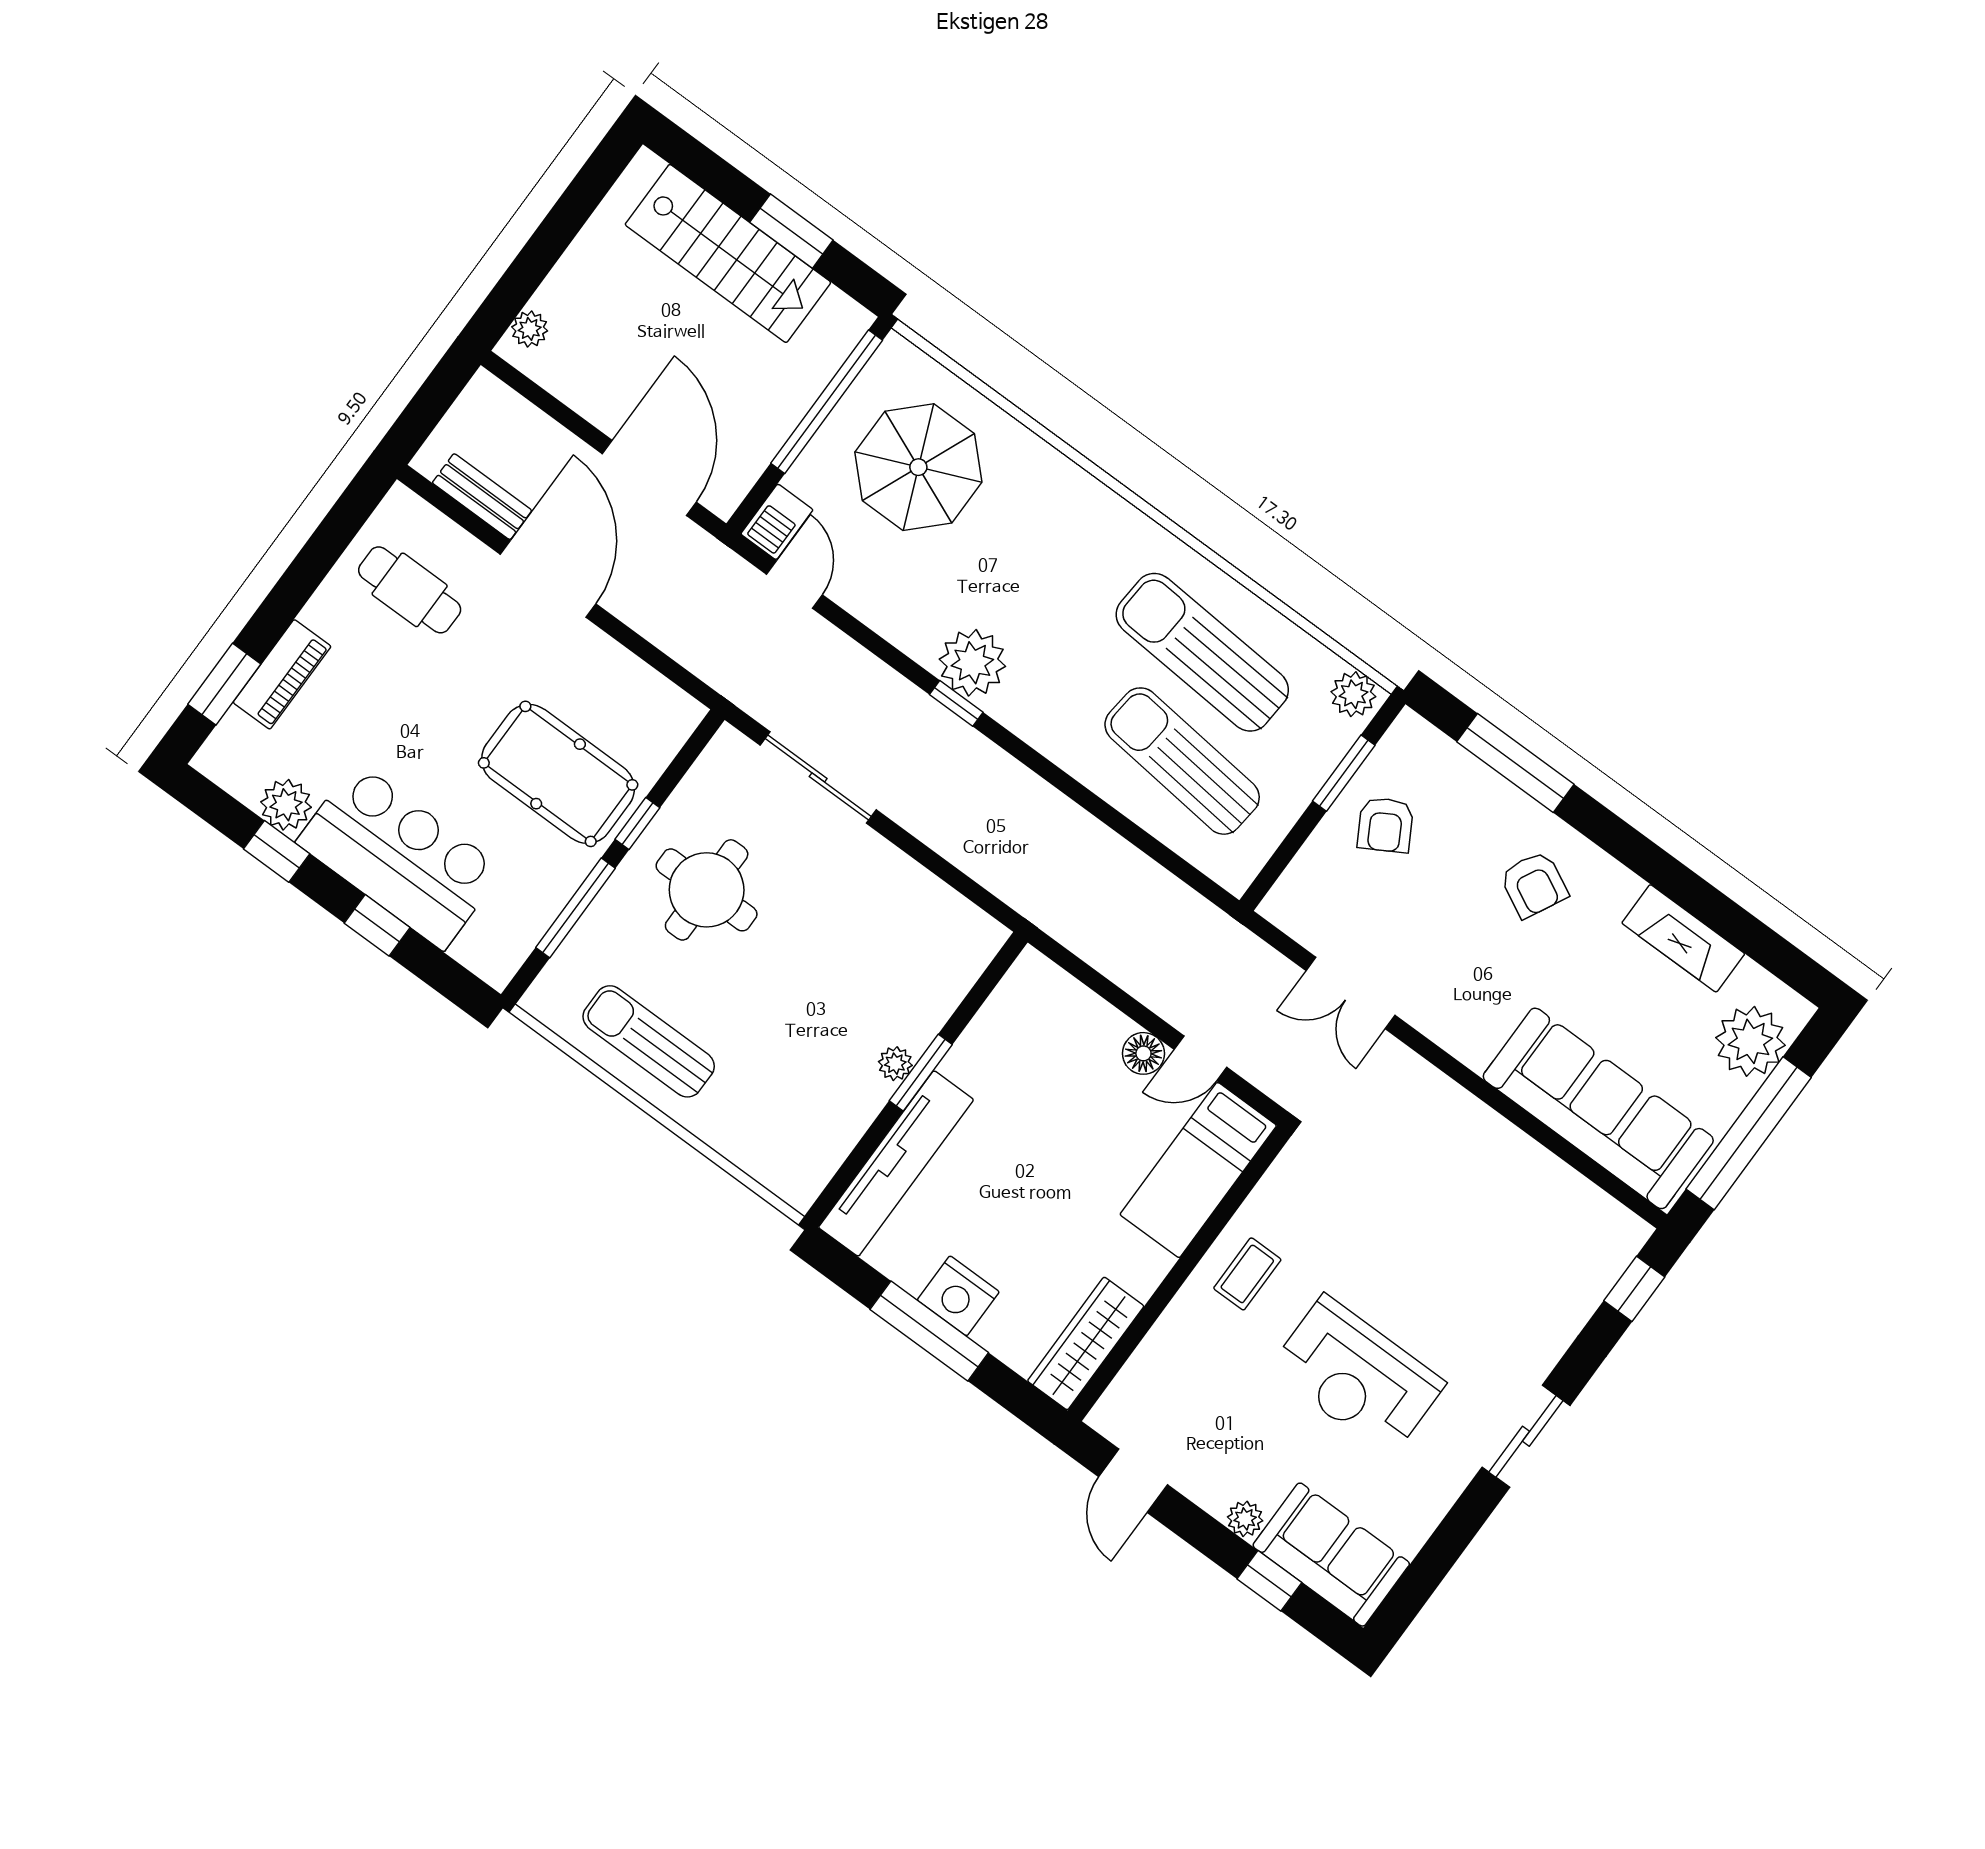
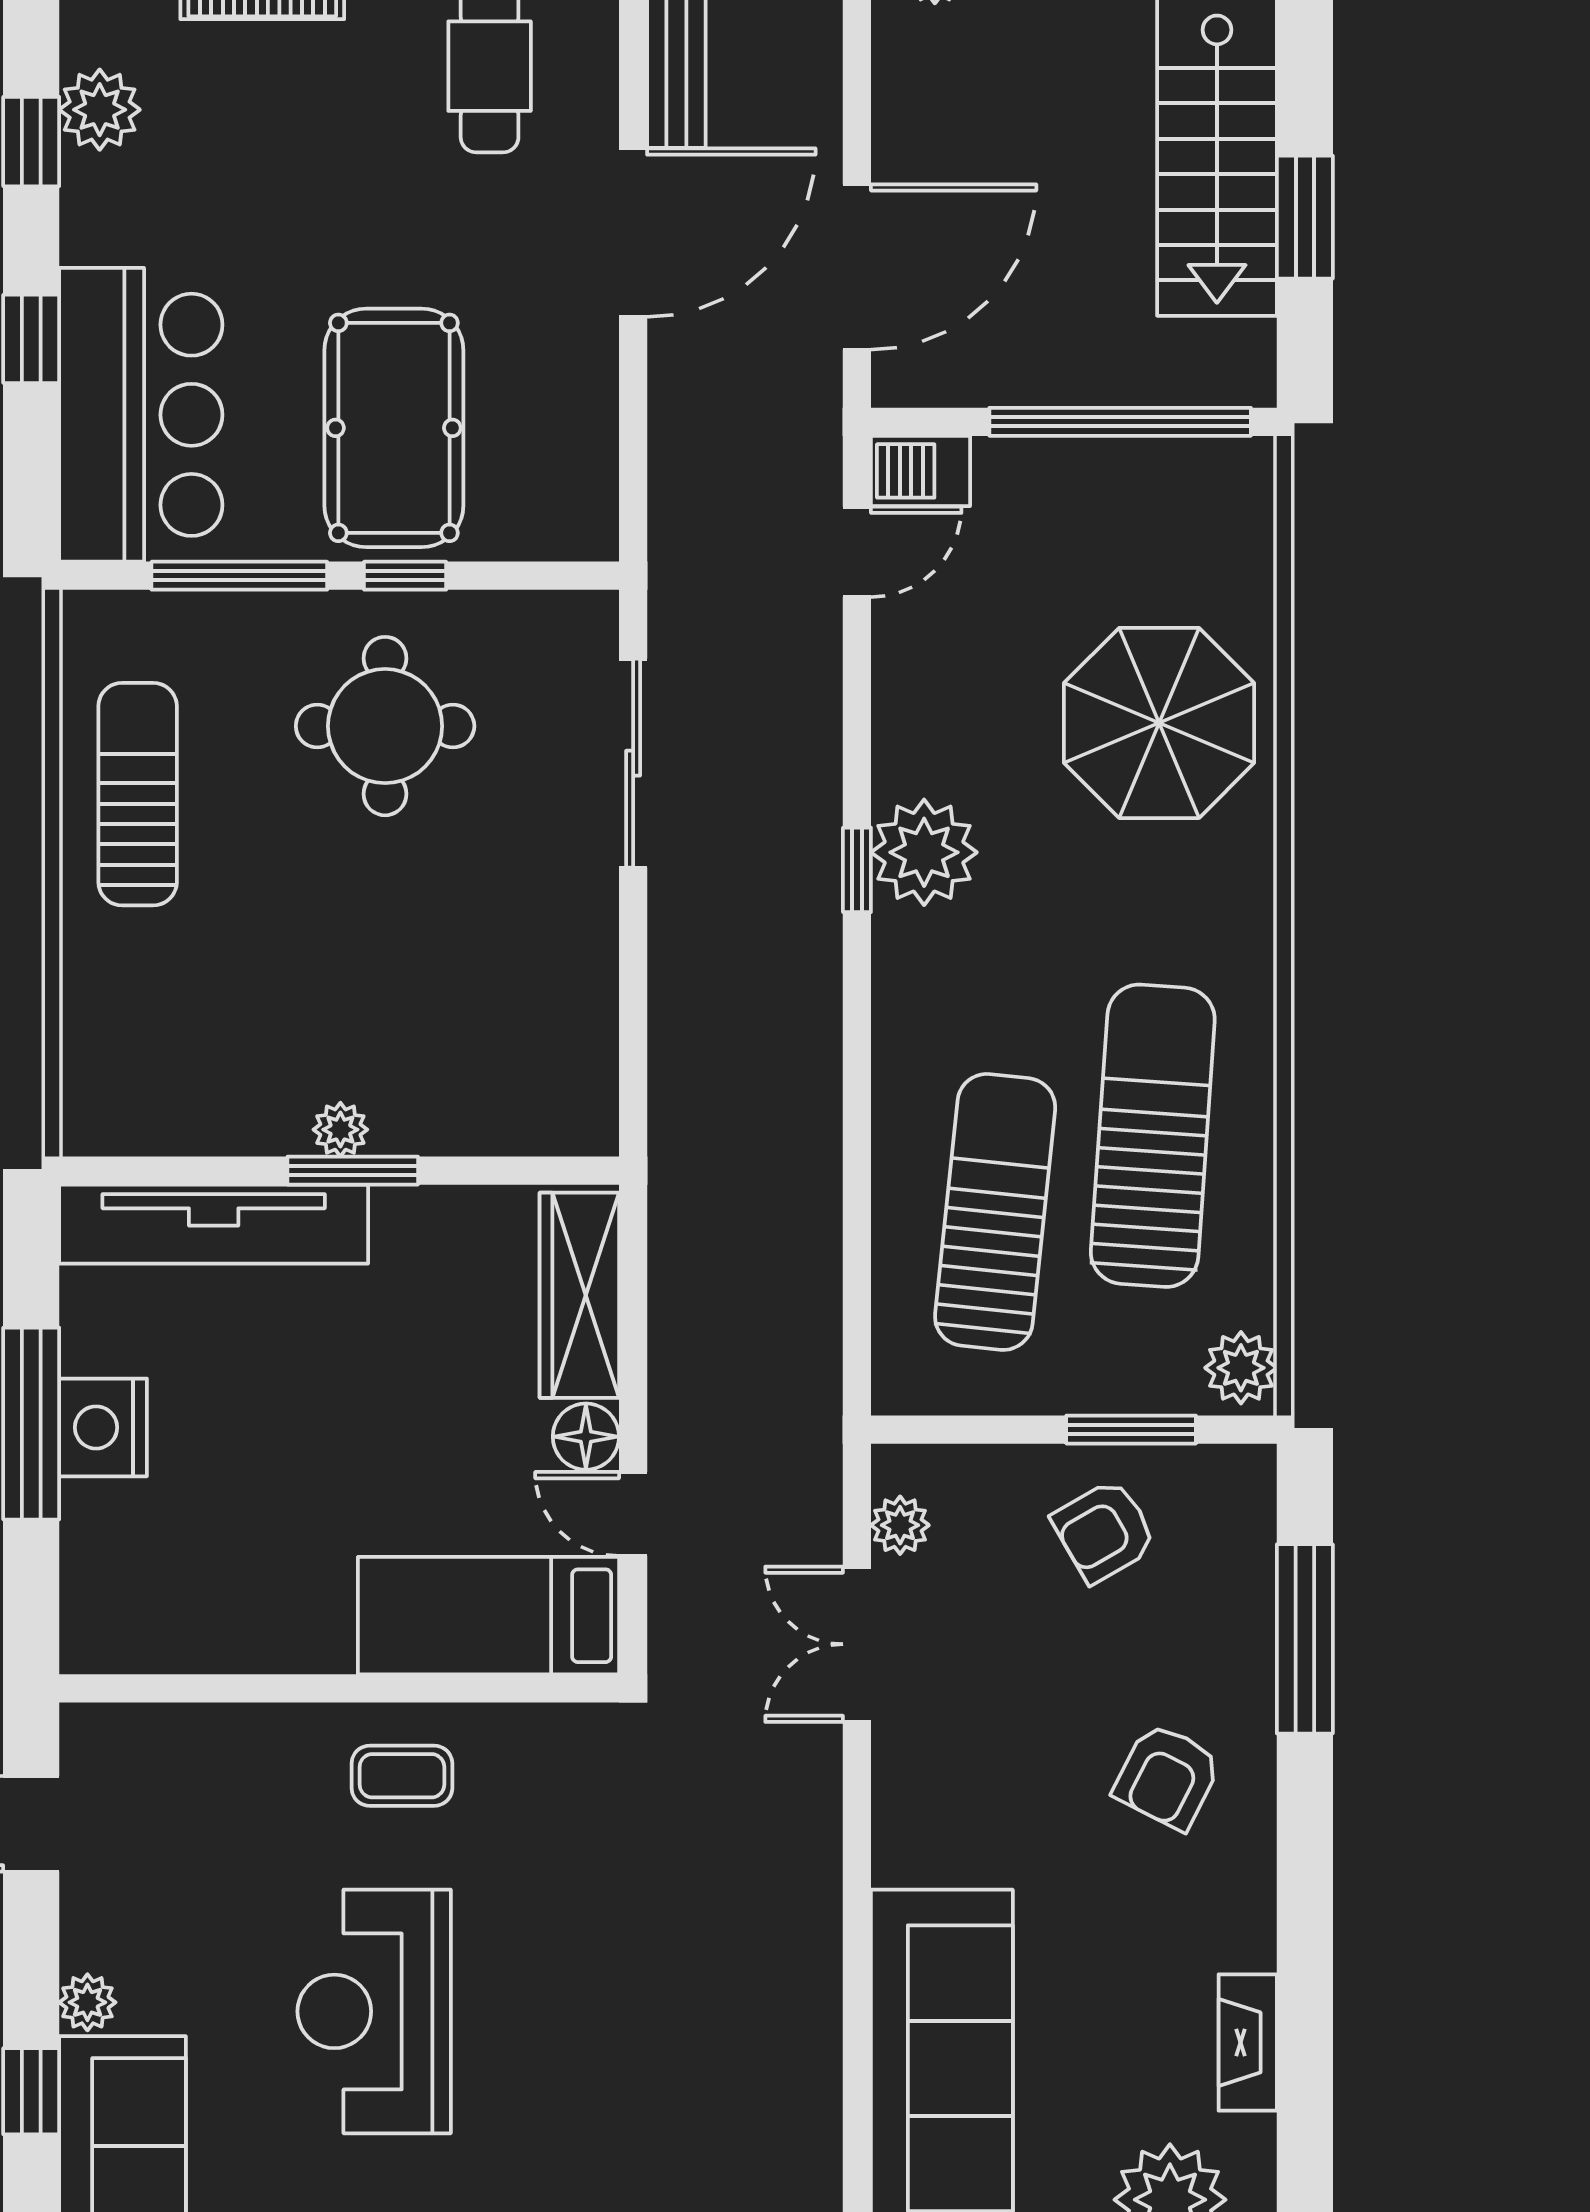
parasol: (918, 467) -> (1159, 723), moved
bar counter: (400, 856) -> (141, 415), moved
plant: (1306, 927) -> (900, 1525), added
fireplace: (1683, 938) -> (1248, 2042), width x0.73, depth x0.76
wardrobe: (1086, 1343) -> (579, 1295), moved, turned -90

